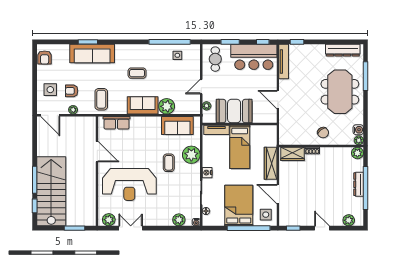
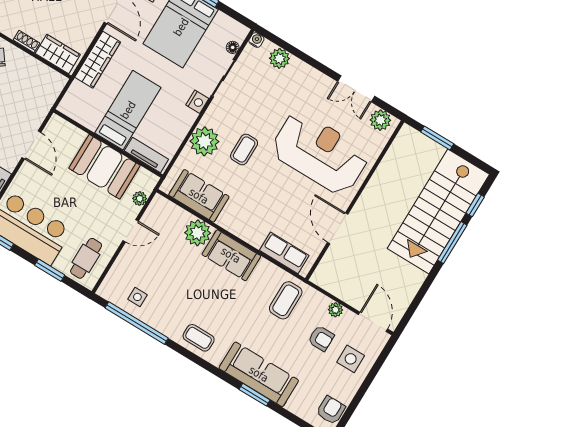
coffee table: (137, 73) -> (199, 338), moved

